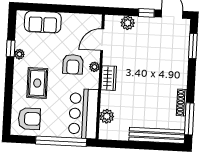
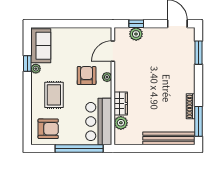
window: (146, 13) -> (136, 24), moved
sofa: (43, 22) -> (41, 46), moved, turned -90
armchair: (73, 64) -> (87, 76), turned 180
wardrobe: (109, 78) -> (121, 104), moved

